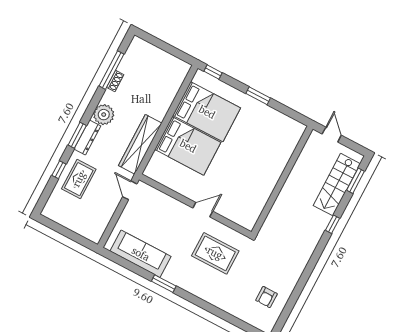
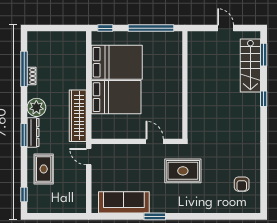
window: (258, 96) -> (151, 28), width x2.11
window: (59, 170) -> (24, 194), moved
wall: (282, 180) -> (185, 85), moved
door: (203, 210) -> (155, 141), hinge flipped

